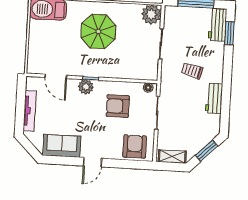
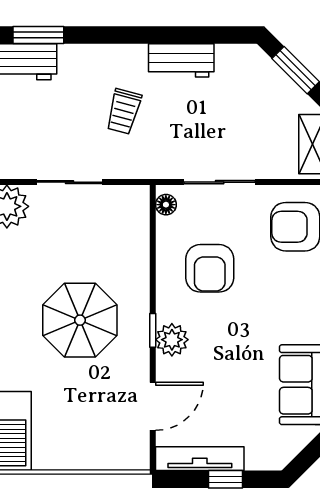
parasol: (98, 31) -> (80, 320), moved
window: (20, 108) -> (226, 479), added
tv unit: (30, 111) -> (200, 459), moved

